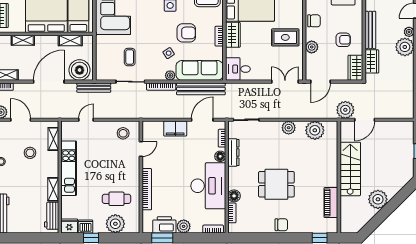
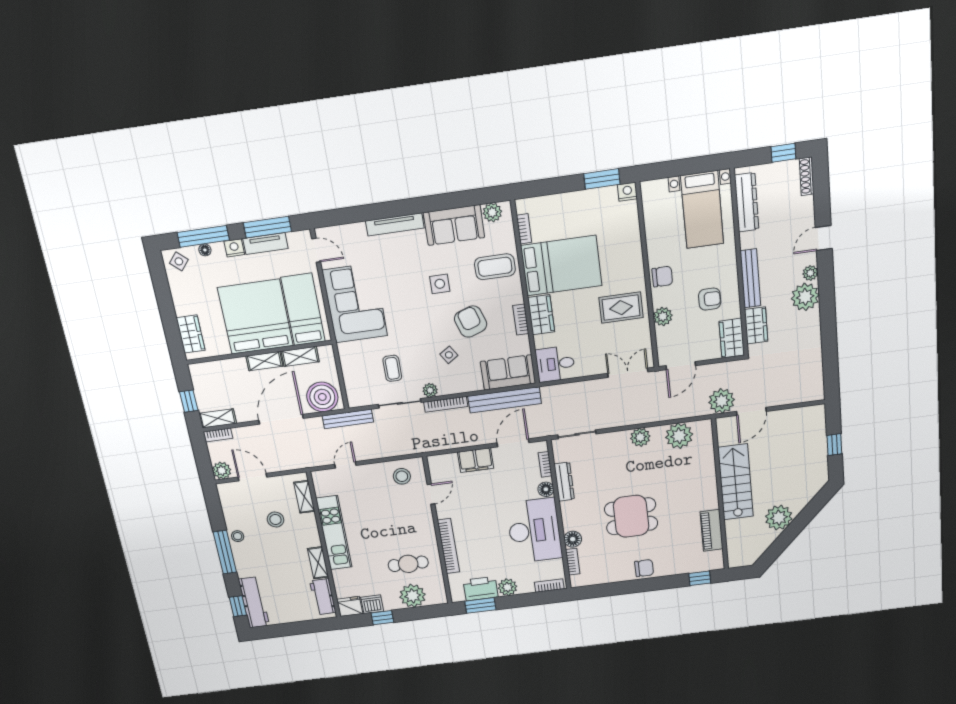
armchair: (186, 33) -> (471, 322), turned -109
shelving: (23, 40) -> (264, 361), moved
sofa: (200, 70) -> (508, 372), width x0.73
plant: (170, 75) -> (430, 390), moved

